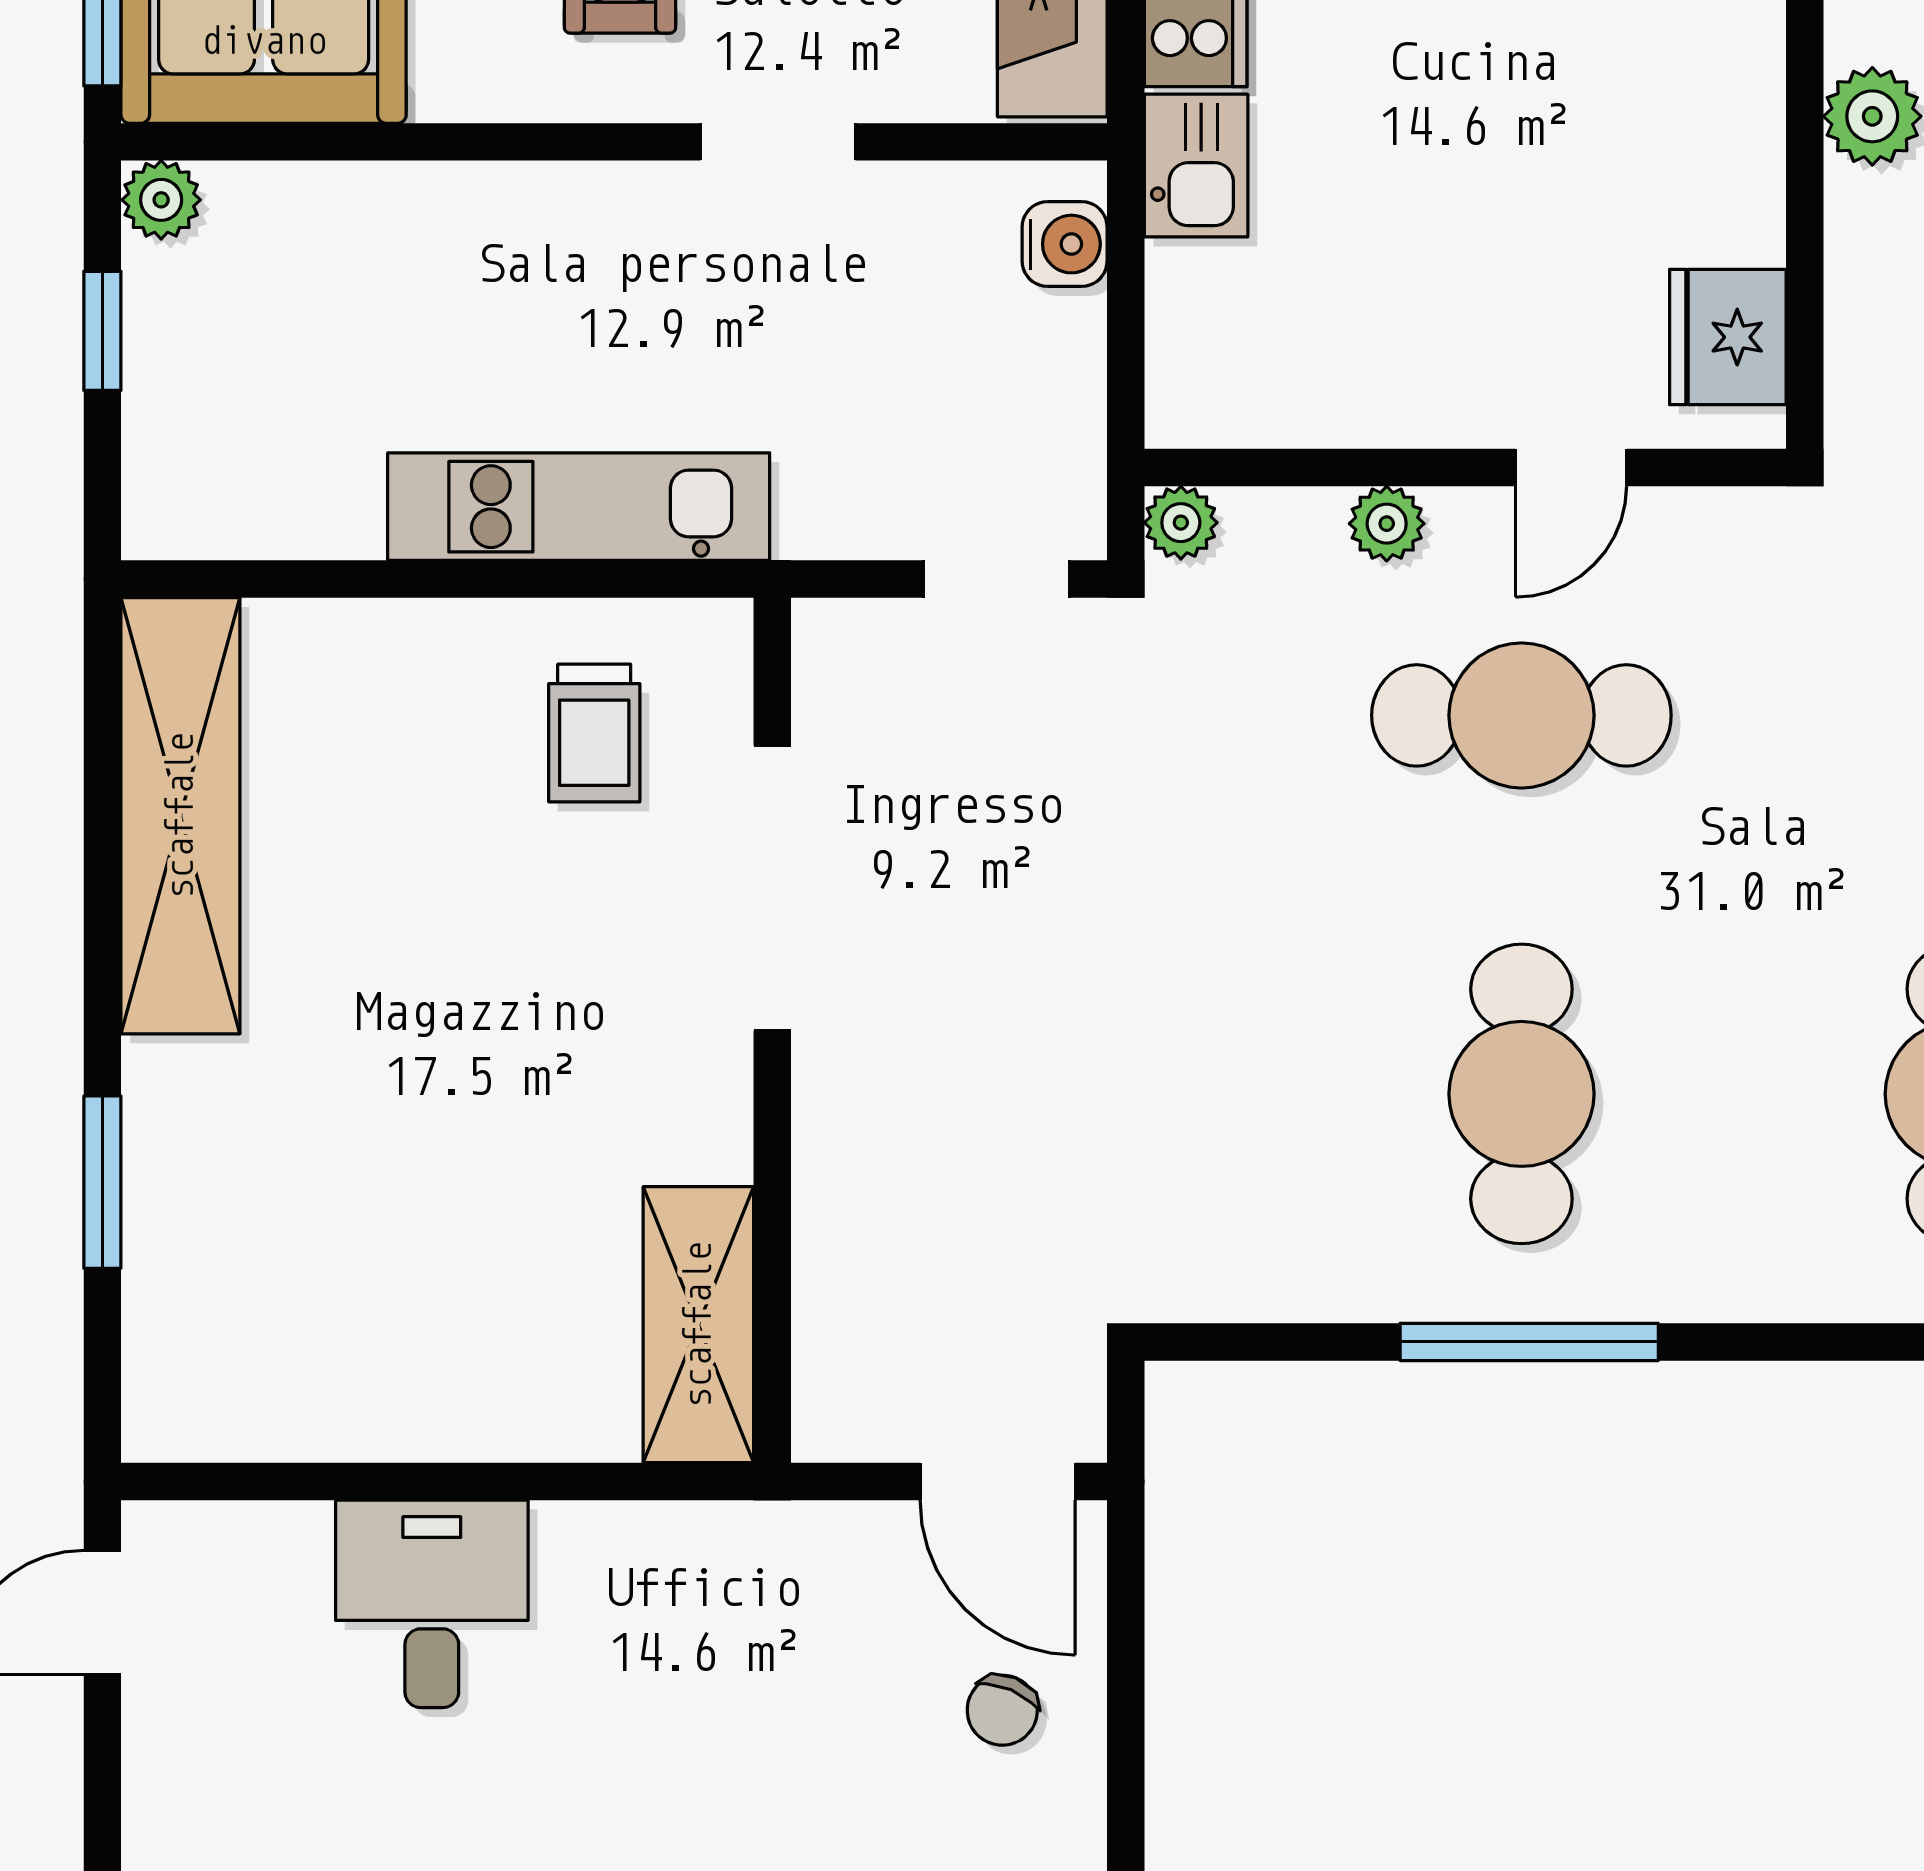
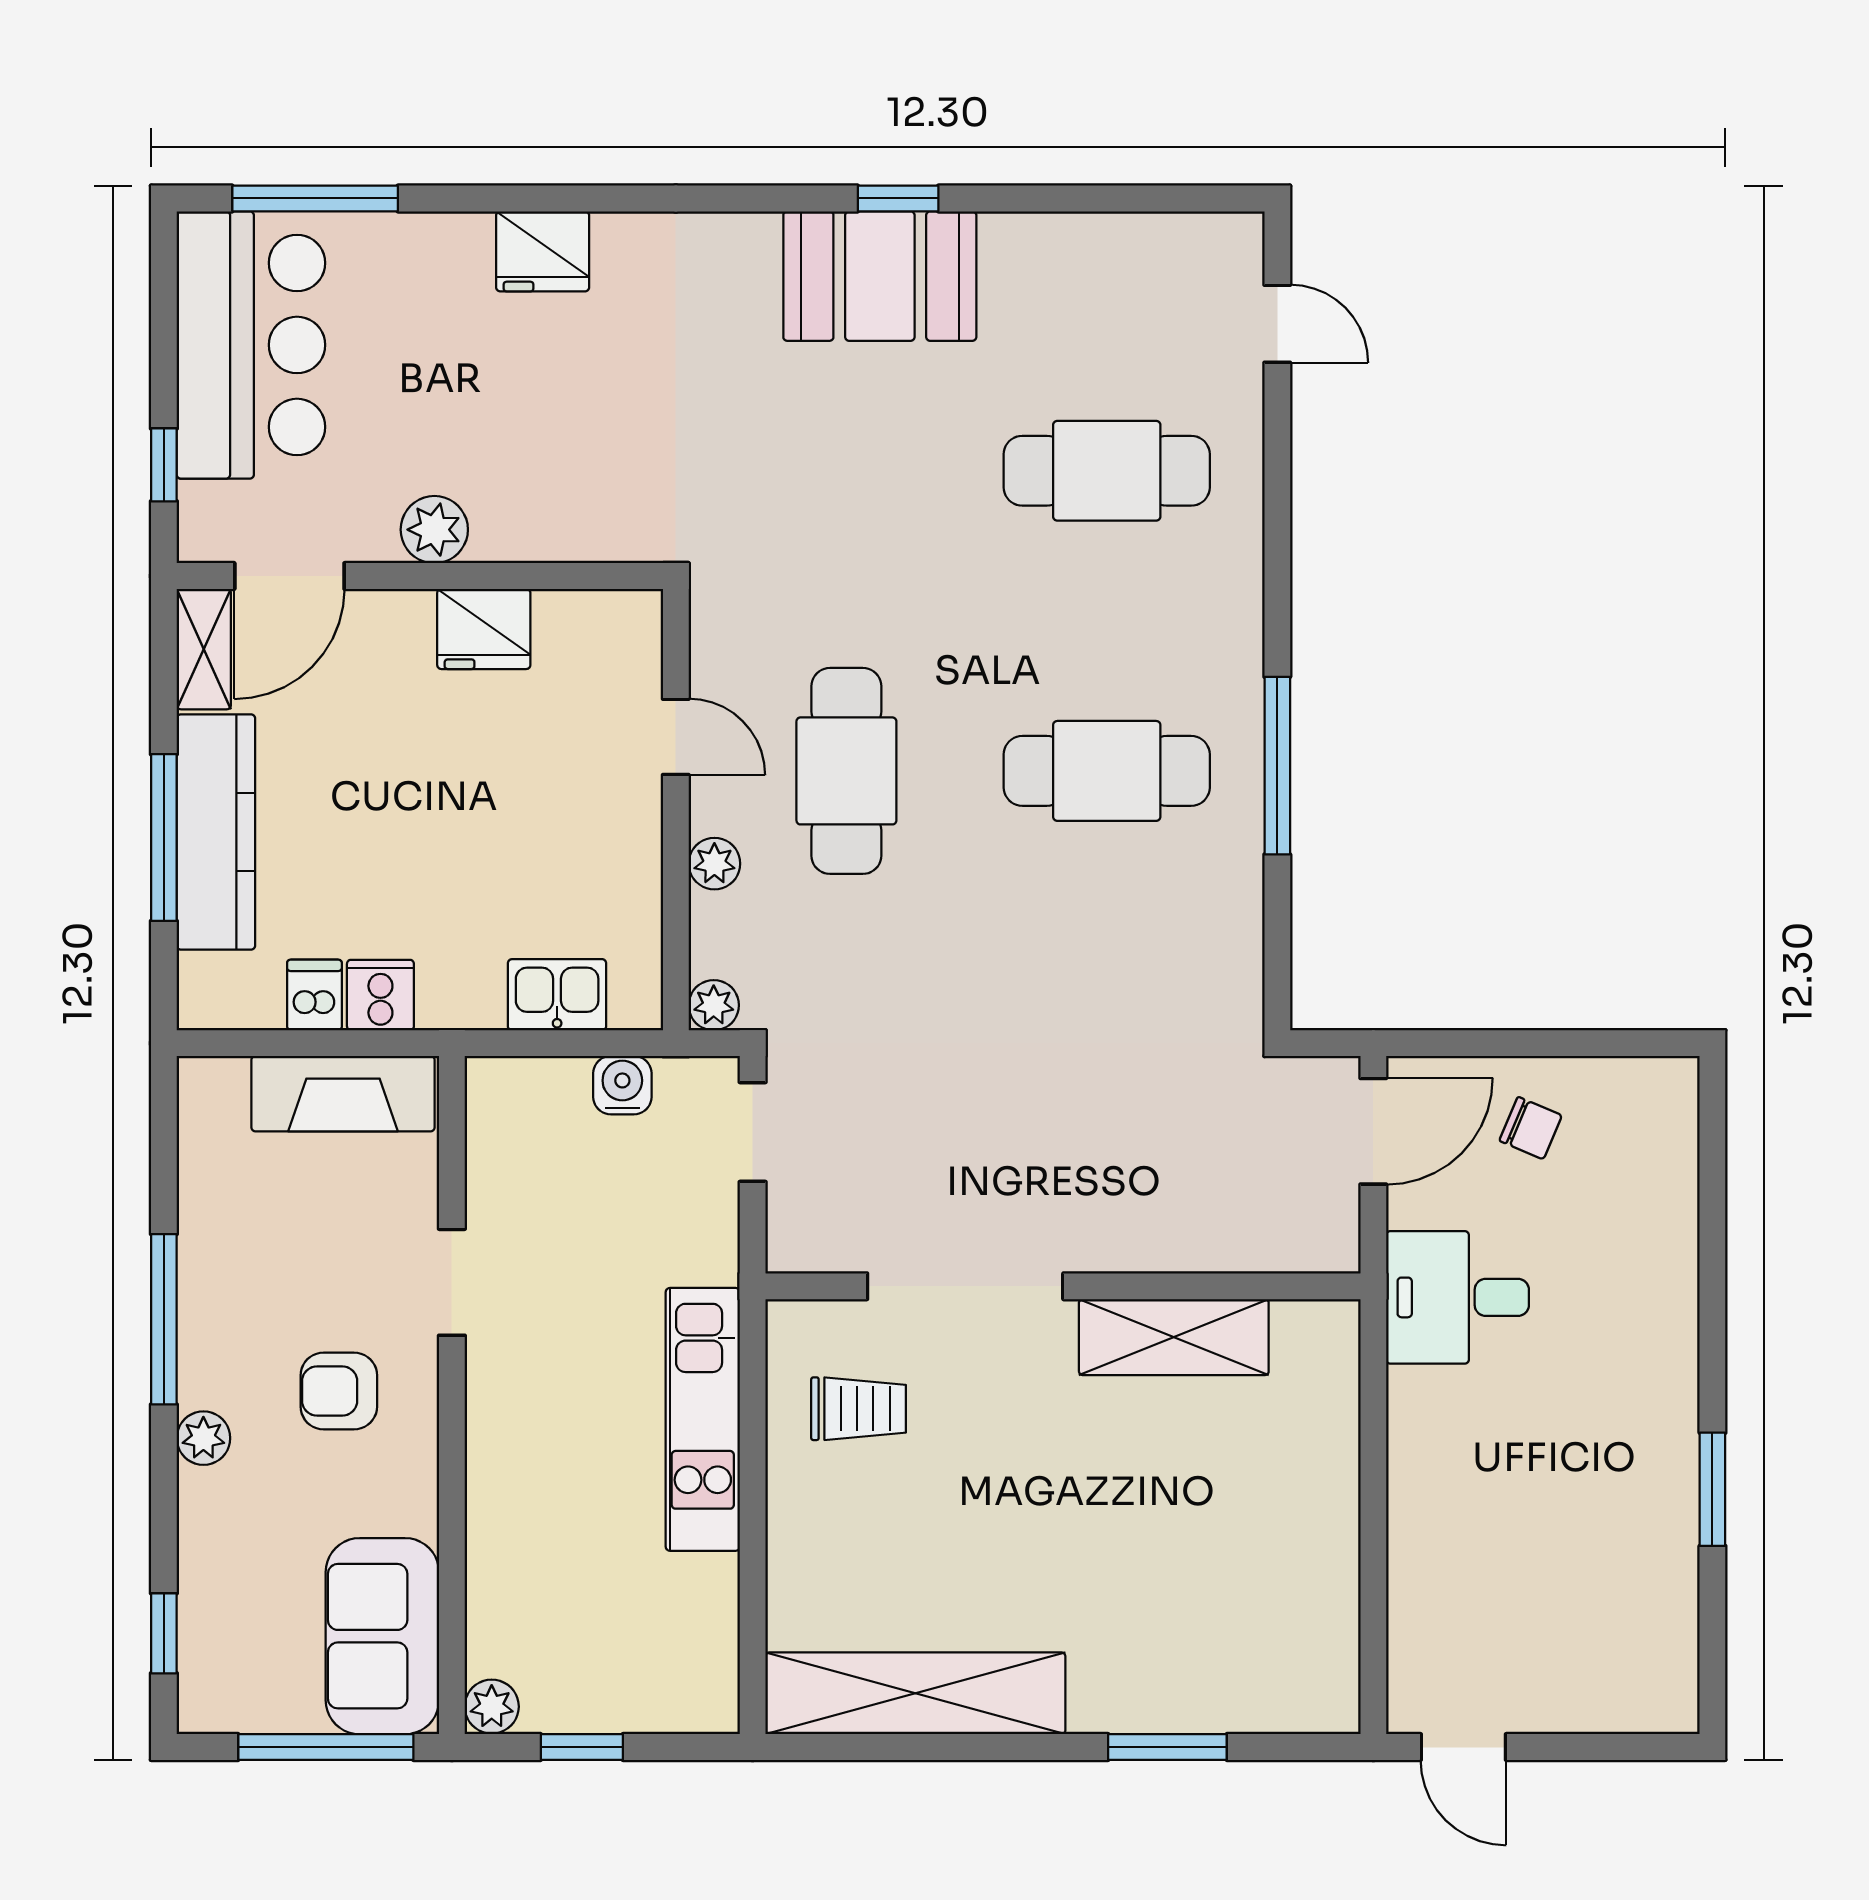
kitchen sink: (1196, 166) -> (557, 995), moved
water cooler: (1065, 244) -> (622, 1085), moved
fridge: (1728, 337) -> (484, 629), moved
shelving: (698, 1325) -> (1174, 1337), moved
desk: (432, 1604) -> (1458, 1297), moved

